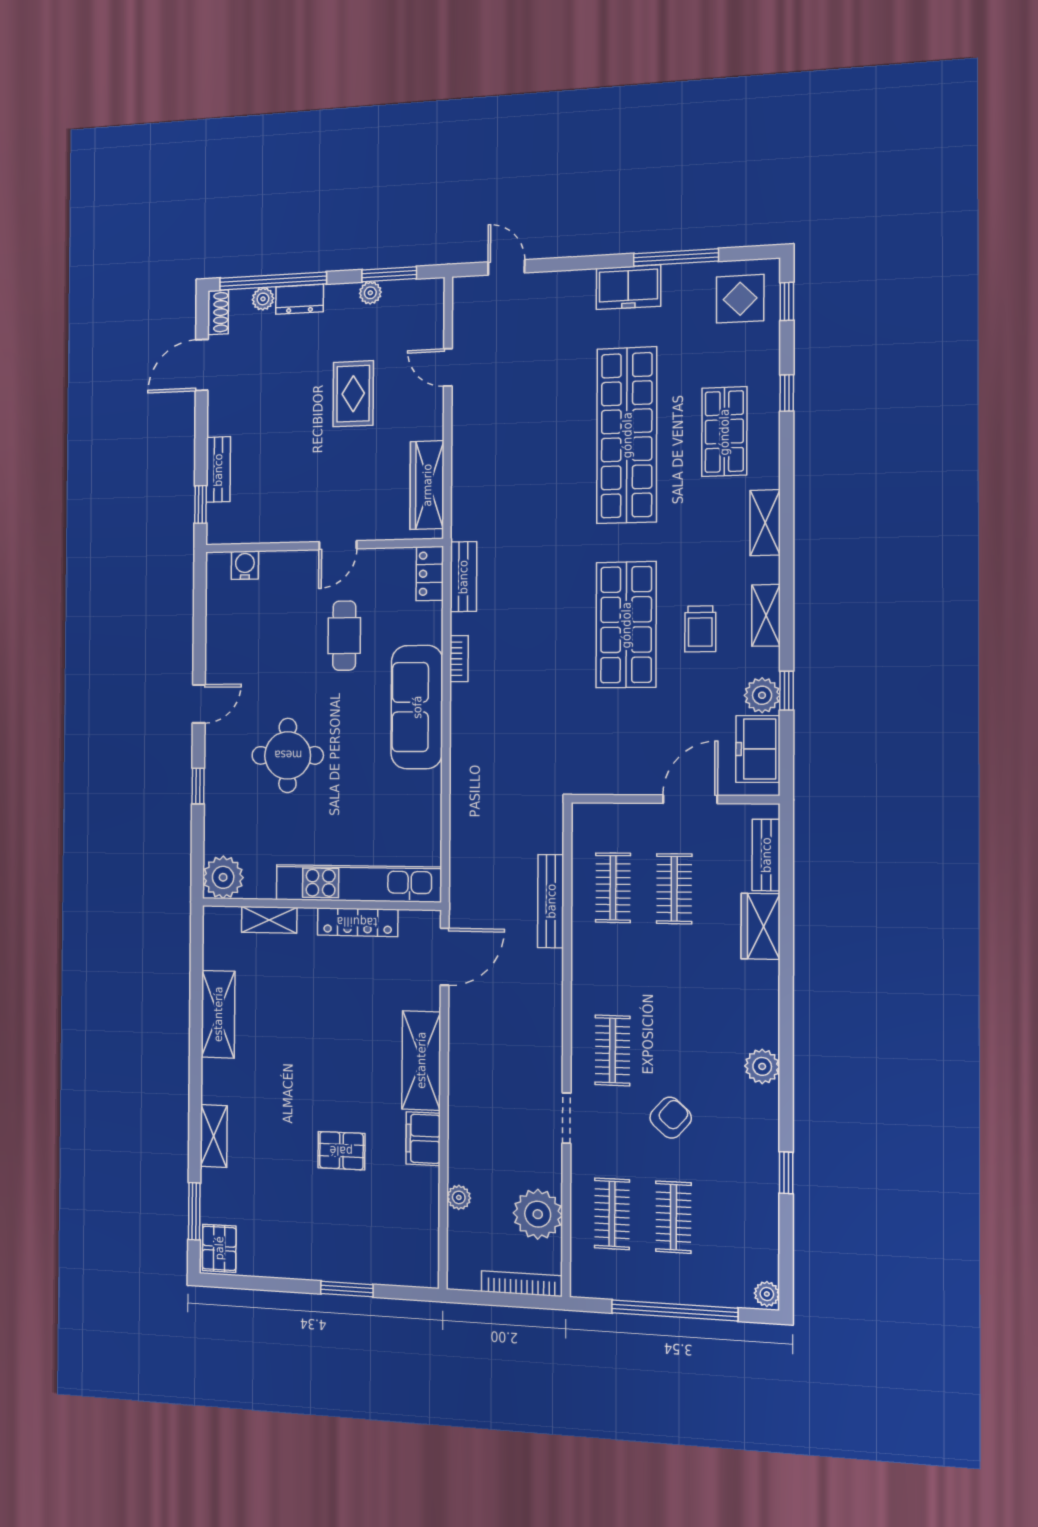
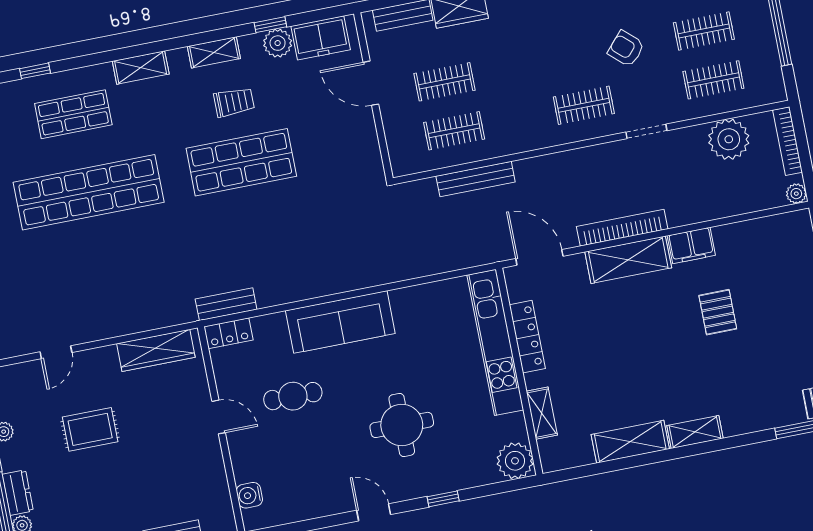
bookcase: (459, 659) -> (622, 228), moved, width x2.31, depth x1.31
shelving: (214, 1136) -> (695, 432), moved
plant: (459, 1197) -> (796, 194), moved

